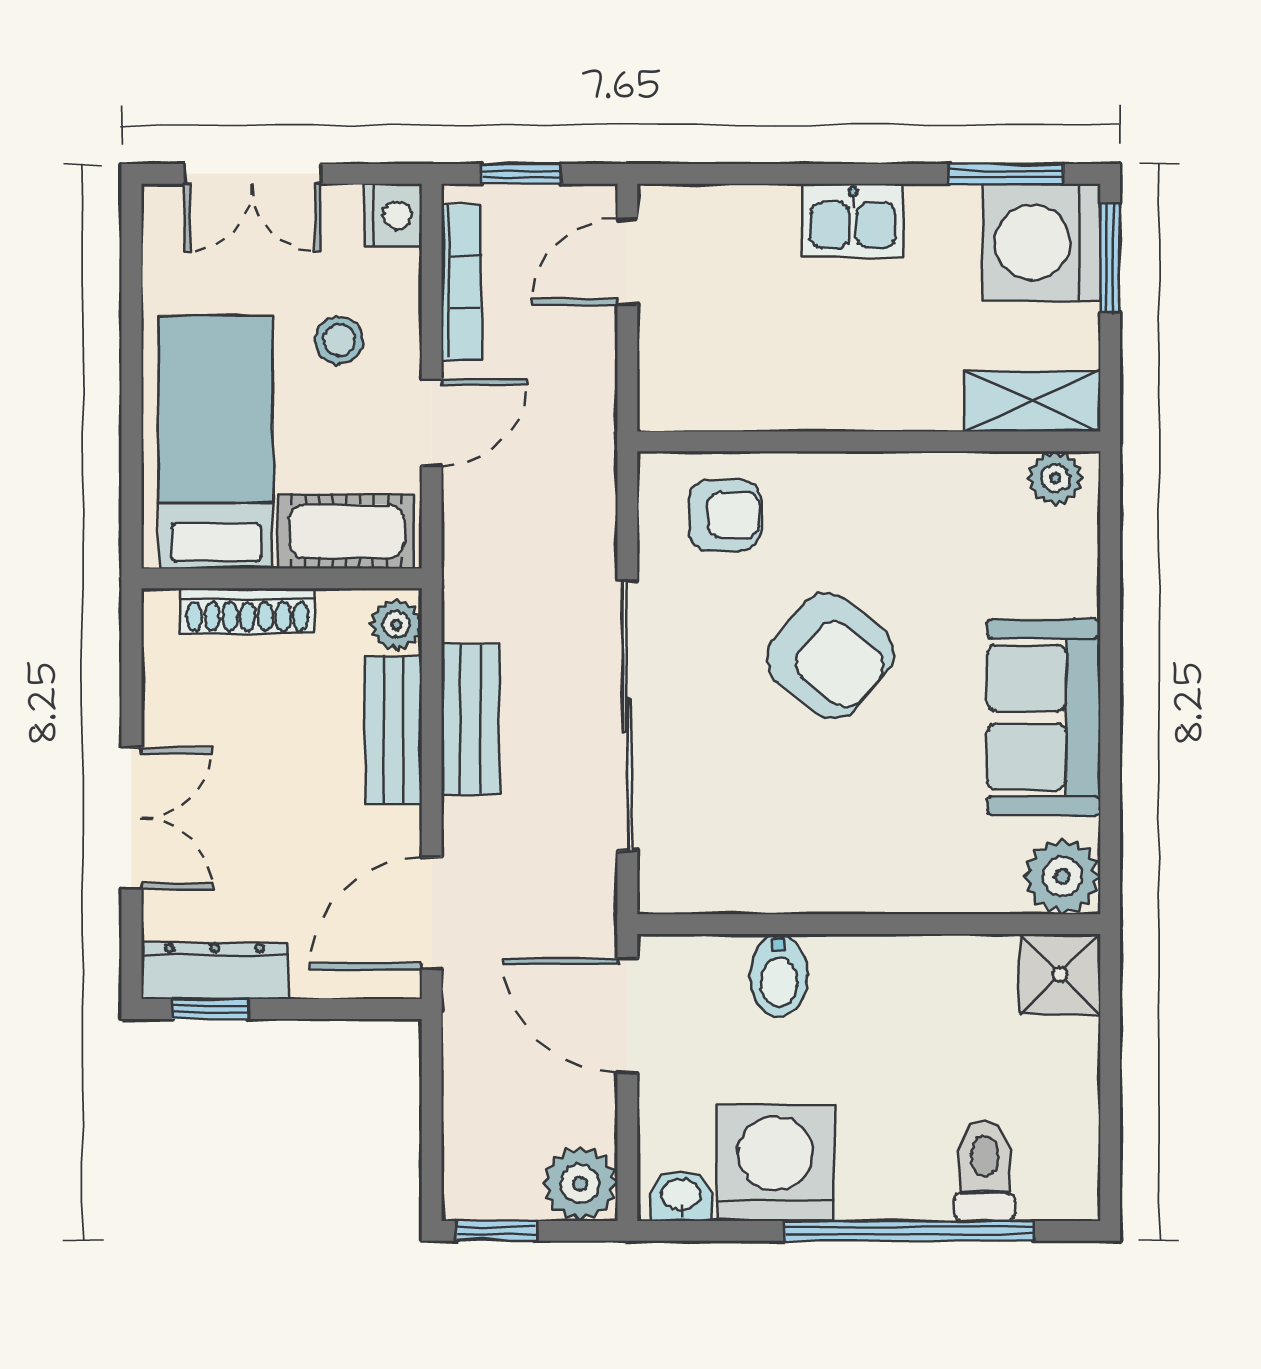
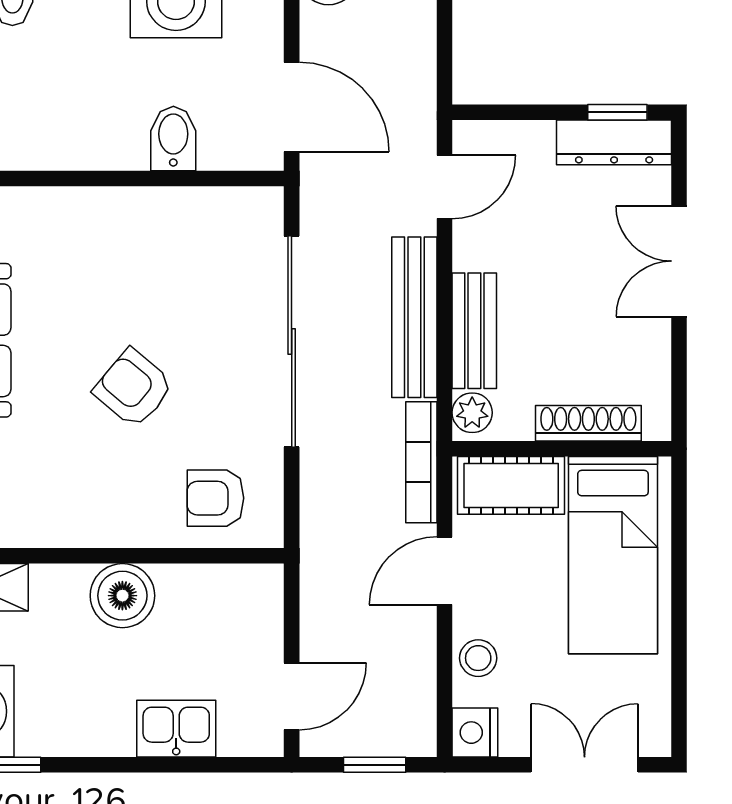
kitchen sink: (853, 220) -> (176, 729), moved
bookcase: (461, 282) -> (421, 462), moved
stool: (339, 340) -> (478, 658), moved
boiler: (844, 390) -> (122, 596), added
armchair: (830, 656) -> (133, 388), width x0.72, depth x0.72
bench: (470, 719) -> (414, 317), width x1.36
door: (432, 913) -> (445, 187), width x0.73

